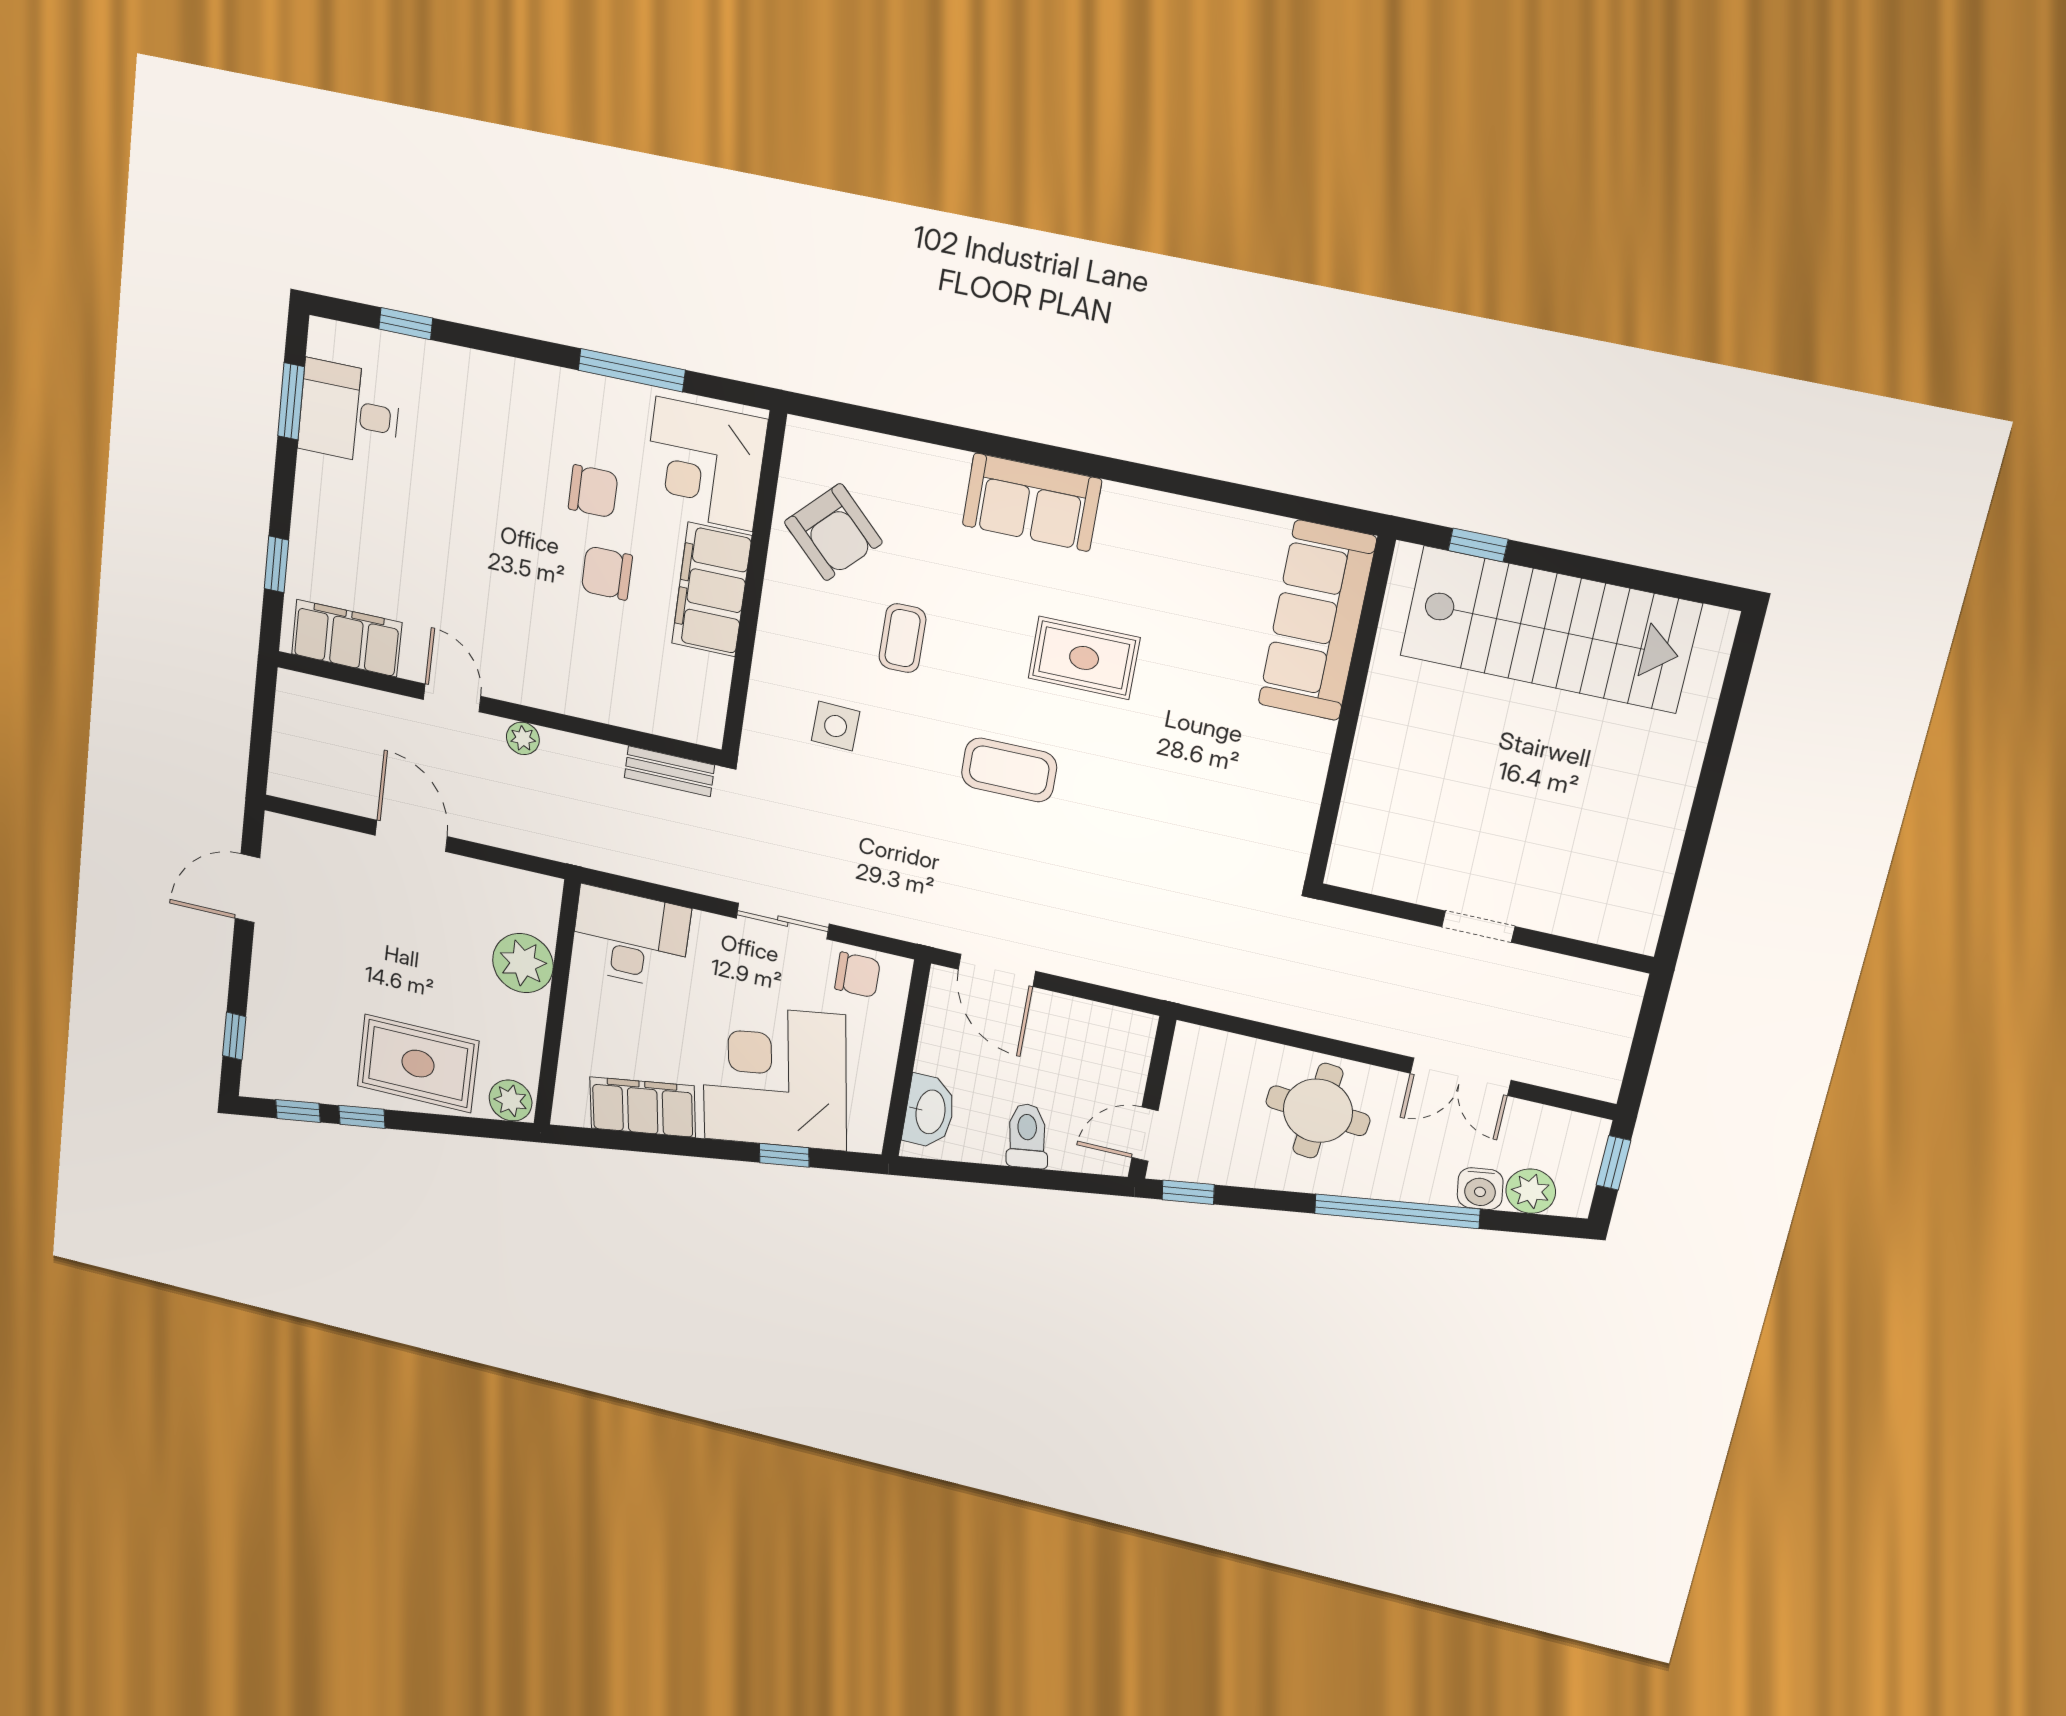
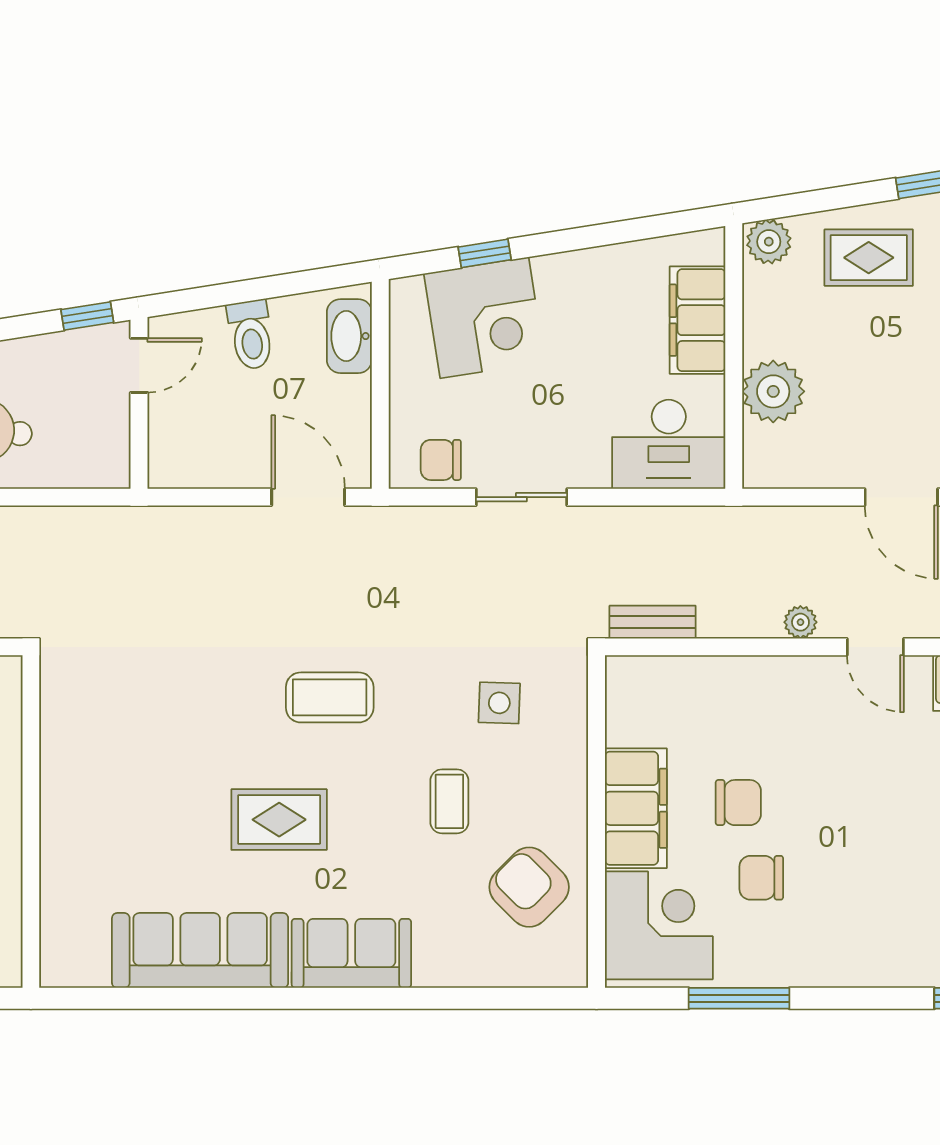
sofa: (1317, 621) -> (200, 950), moved, turned -90
rug: (418, 1064) -> (869, 258), width x0.73, depth x0.70
corner desk: (774, 1077) -> (484, 318), width x0.74, depth x0.74
filing cabinet: (643, 1107) -> (698, 320), moved, turned 99

